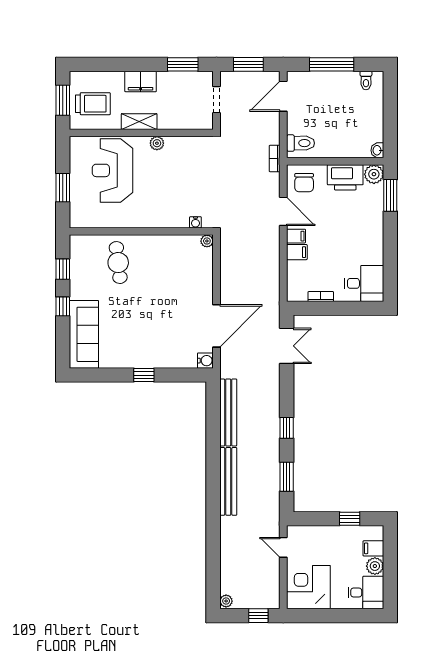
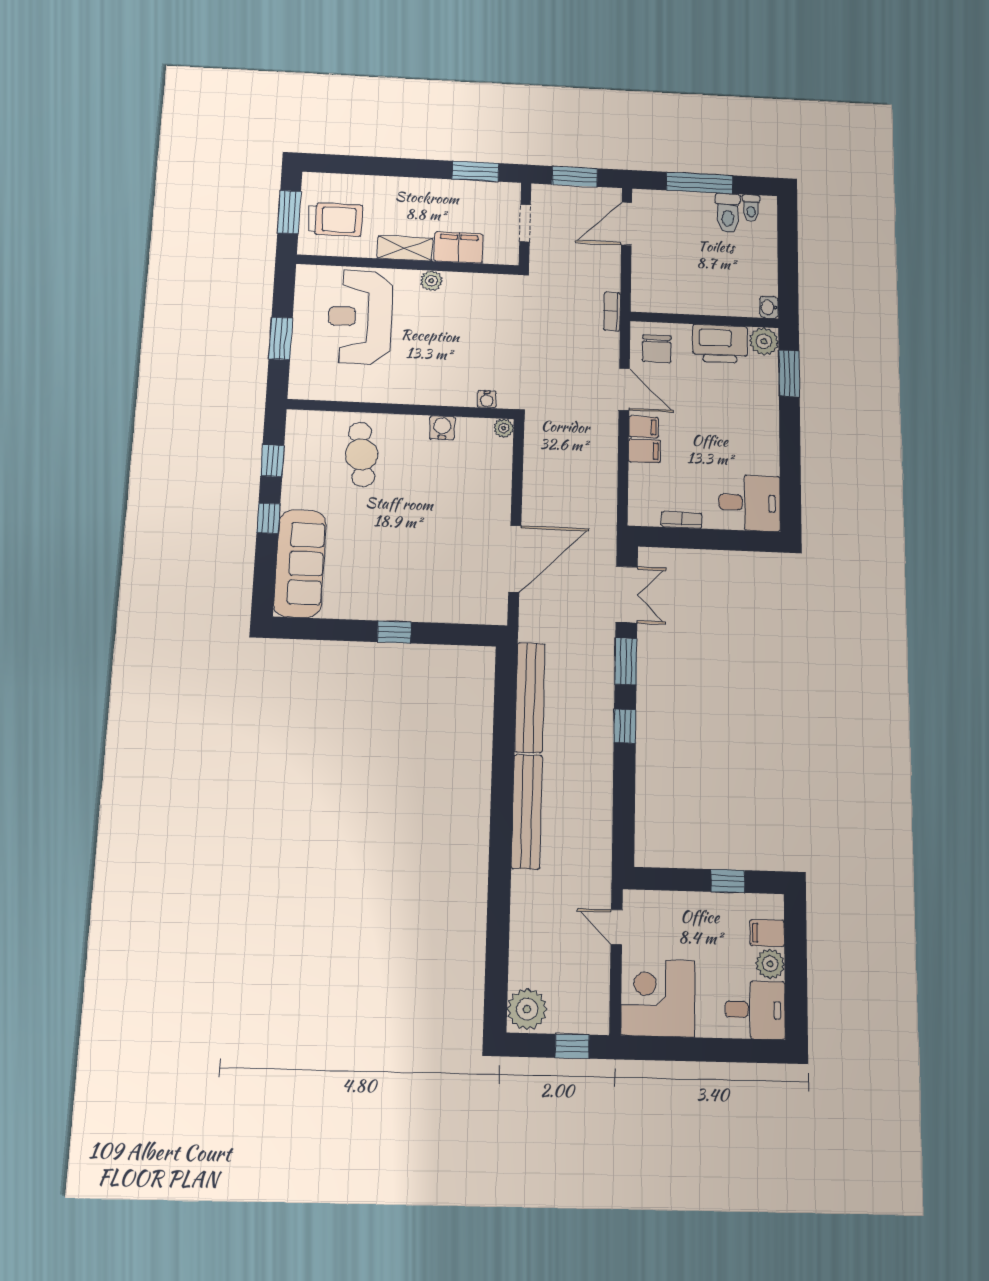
filing cabinet: (141, 81) -> (459, 247), moved, turned 180
toilet: (301, 143) -> (728, 213), moved, turned 90
water cooler: (205, 361) -> (442, 428), moved, turned -90
window: (287, 477) -> (626, 661), moved
plant: (226, 601) -> (527, 1009), width x1.87, depth x1.87

